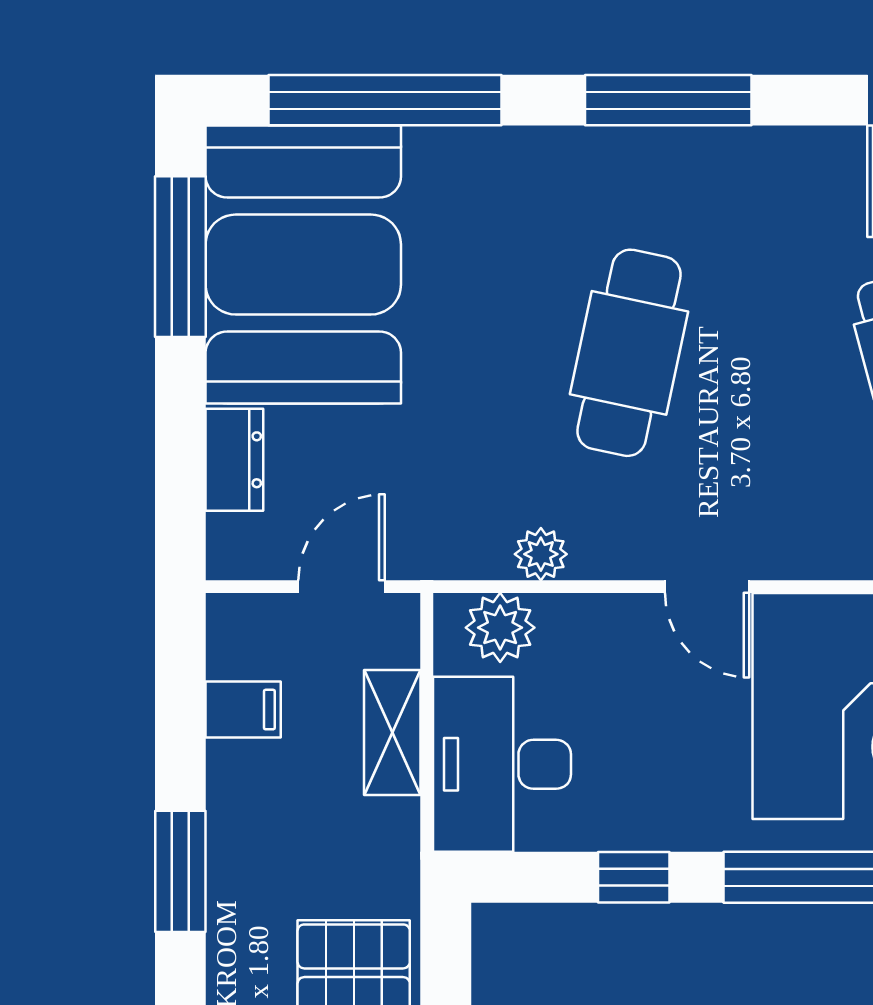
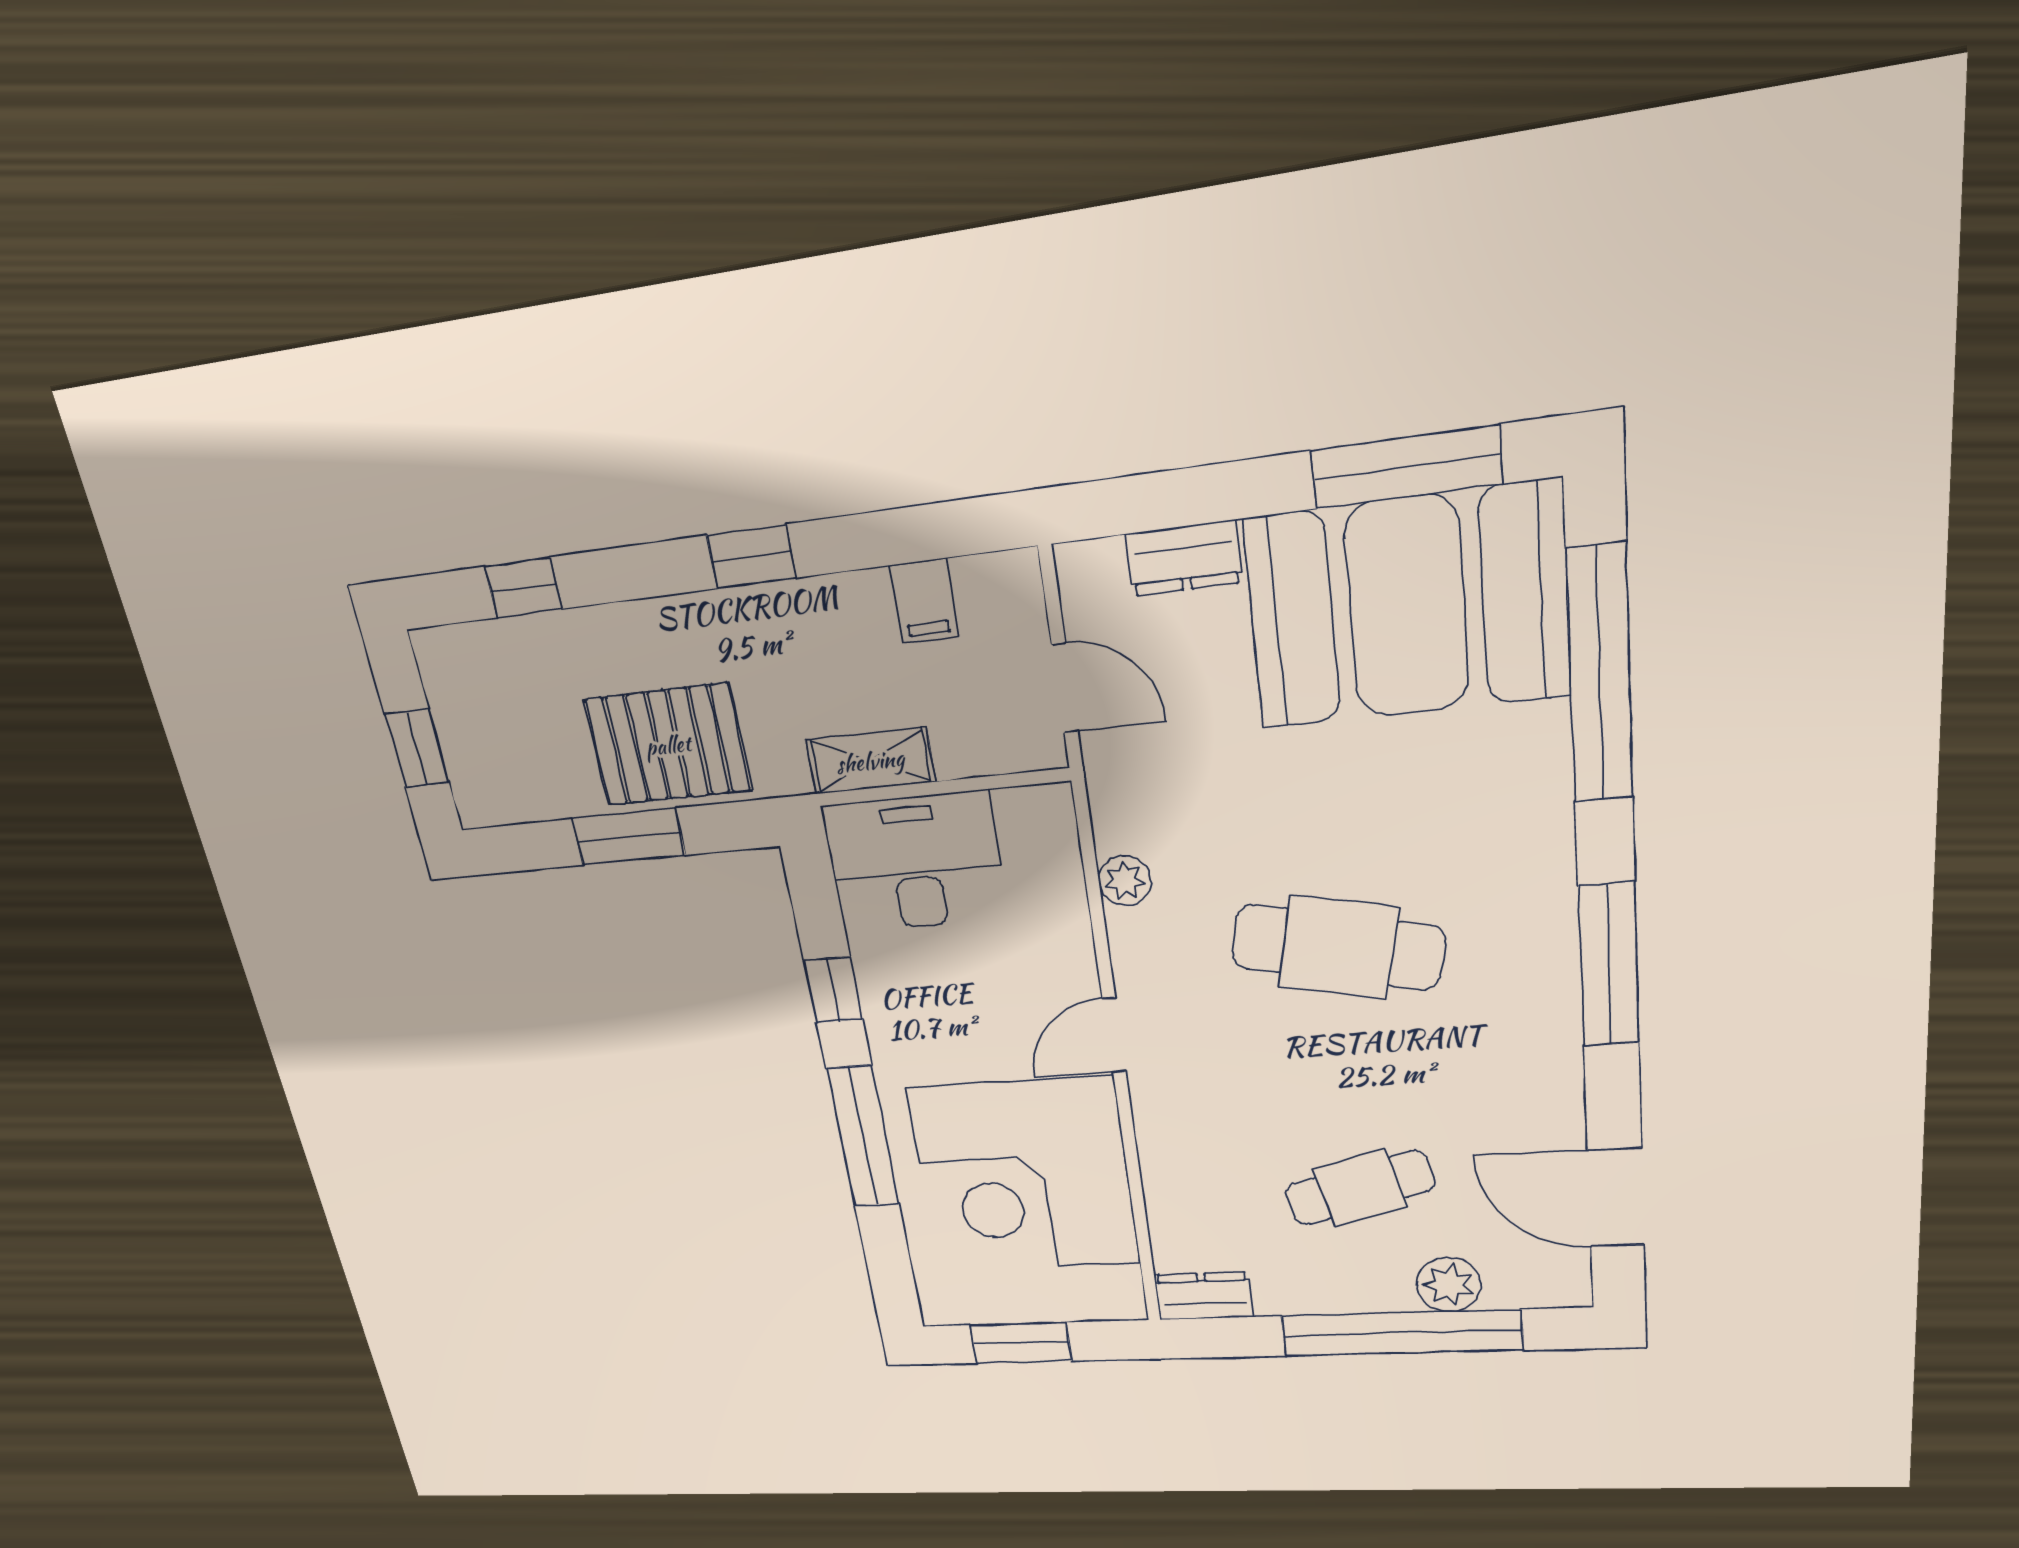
plant: (500, 628) -> (1047, 849), removed
shelving: (392, 732) -> (870, 761), moved
window: (180, 871) -> (751, 557), width x0.67

